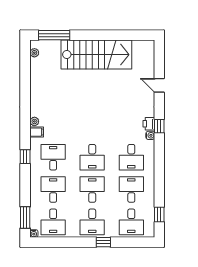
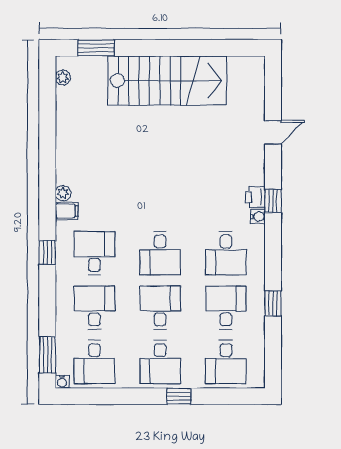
window: (54, 35) -> (96, 48), width x0.69
door: (159, 85) -> (273, 132), swing flipped
window: (159, 214) -> (273, 303), moved

